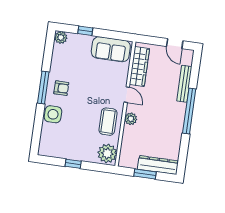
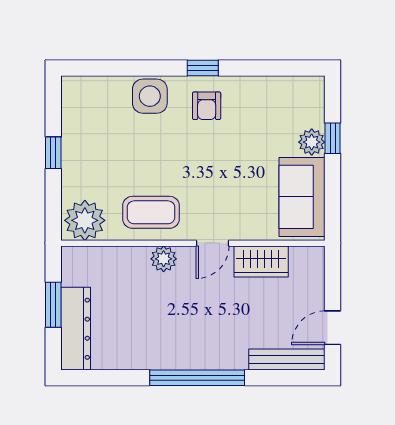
plant: (61, 37) -> (312, 142), moved
wardrobe: (139, 67) -> (261, 261), width x0.67
bench: (184, 84) -> (287, 360), moved
window: (43, 87) -> (203, 68), width x0.46

